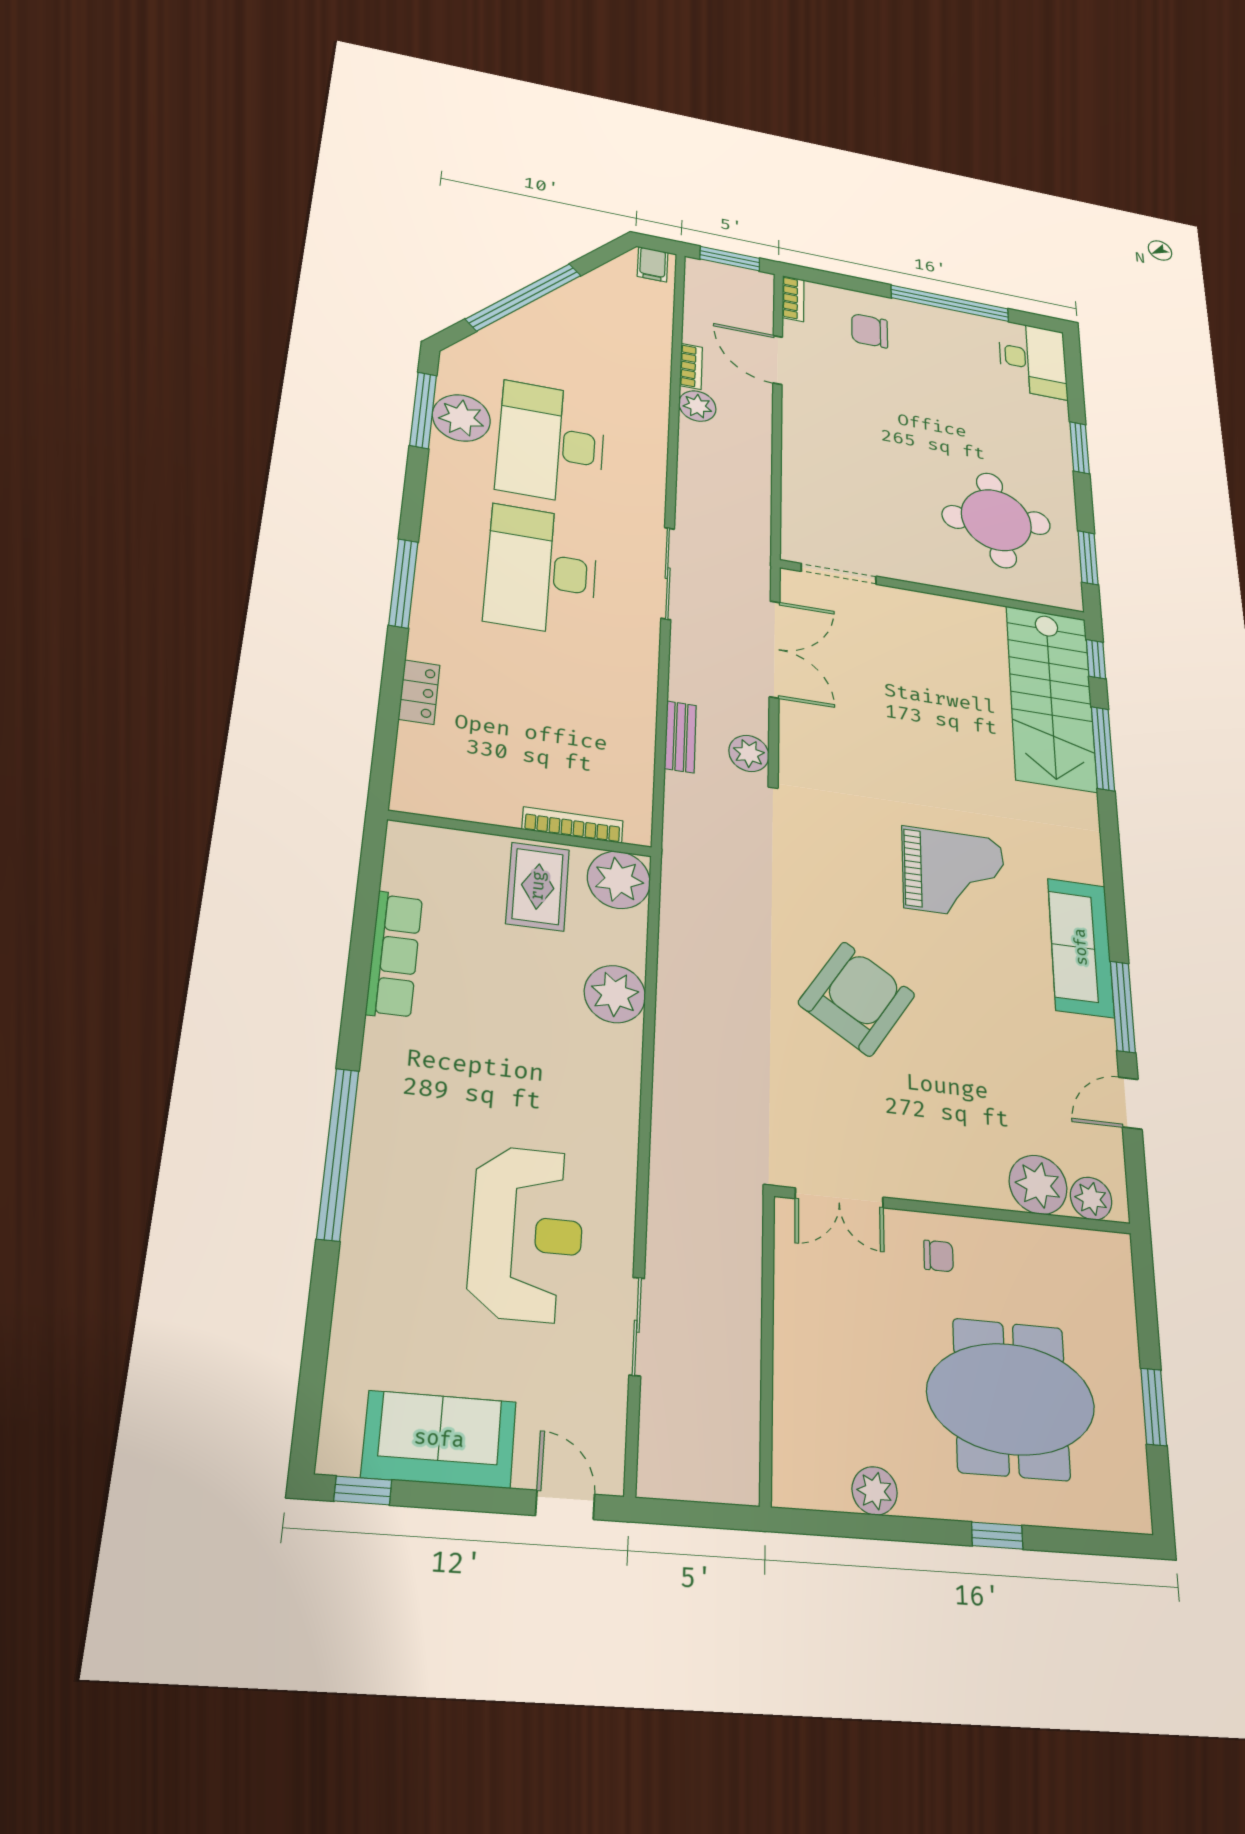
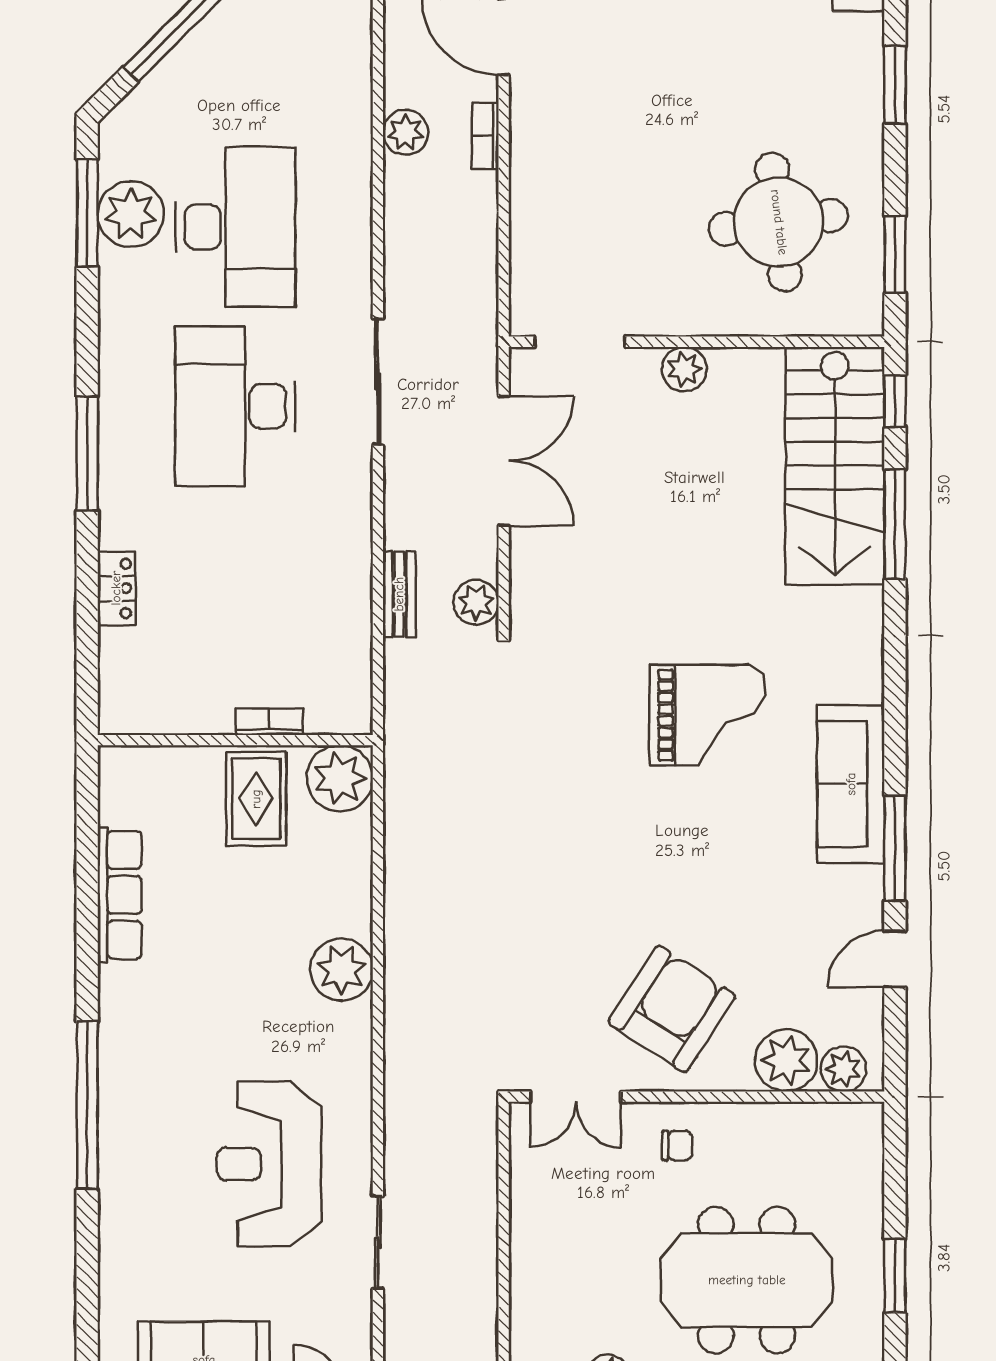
bookcase: (691, 366) -> (485, 136), moved, turned 180
desk: (551, 443) -> (235, 227), turned 180
plant: (925, 608) -> (684, 369), added
bookcase: (573, 825) -> (269, 722), width x0.64
plant: (615, 994) -> (342, 970), moved
armchair: (857, 999) -> (672, 1009), moved
reception desk: (527, 1234) -> (269, 1164), turned 180

